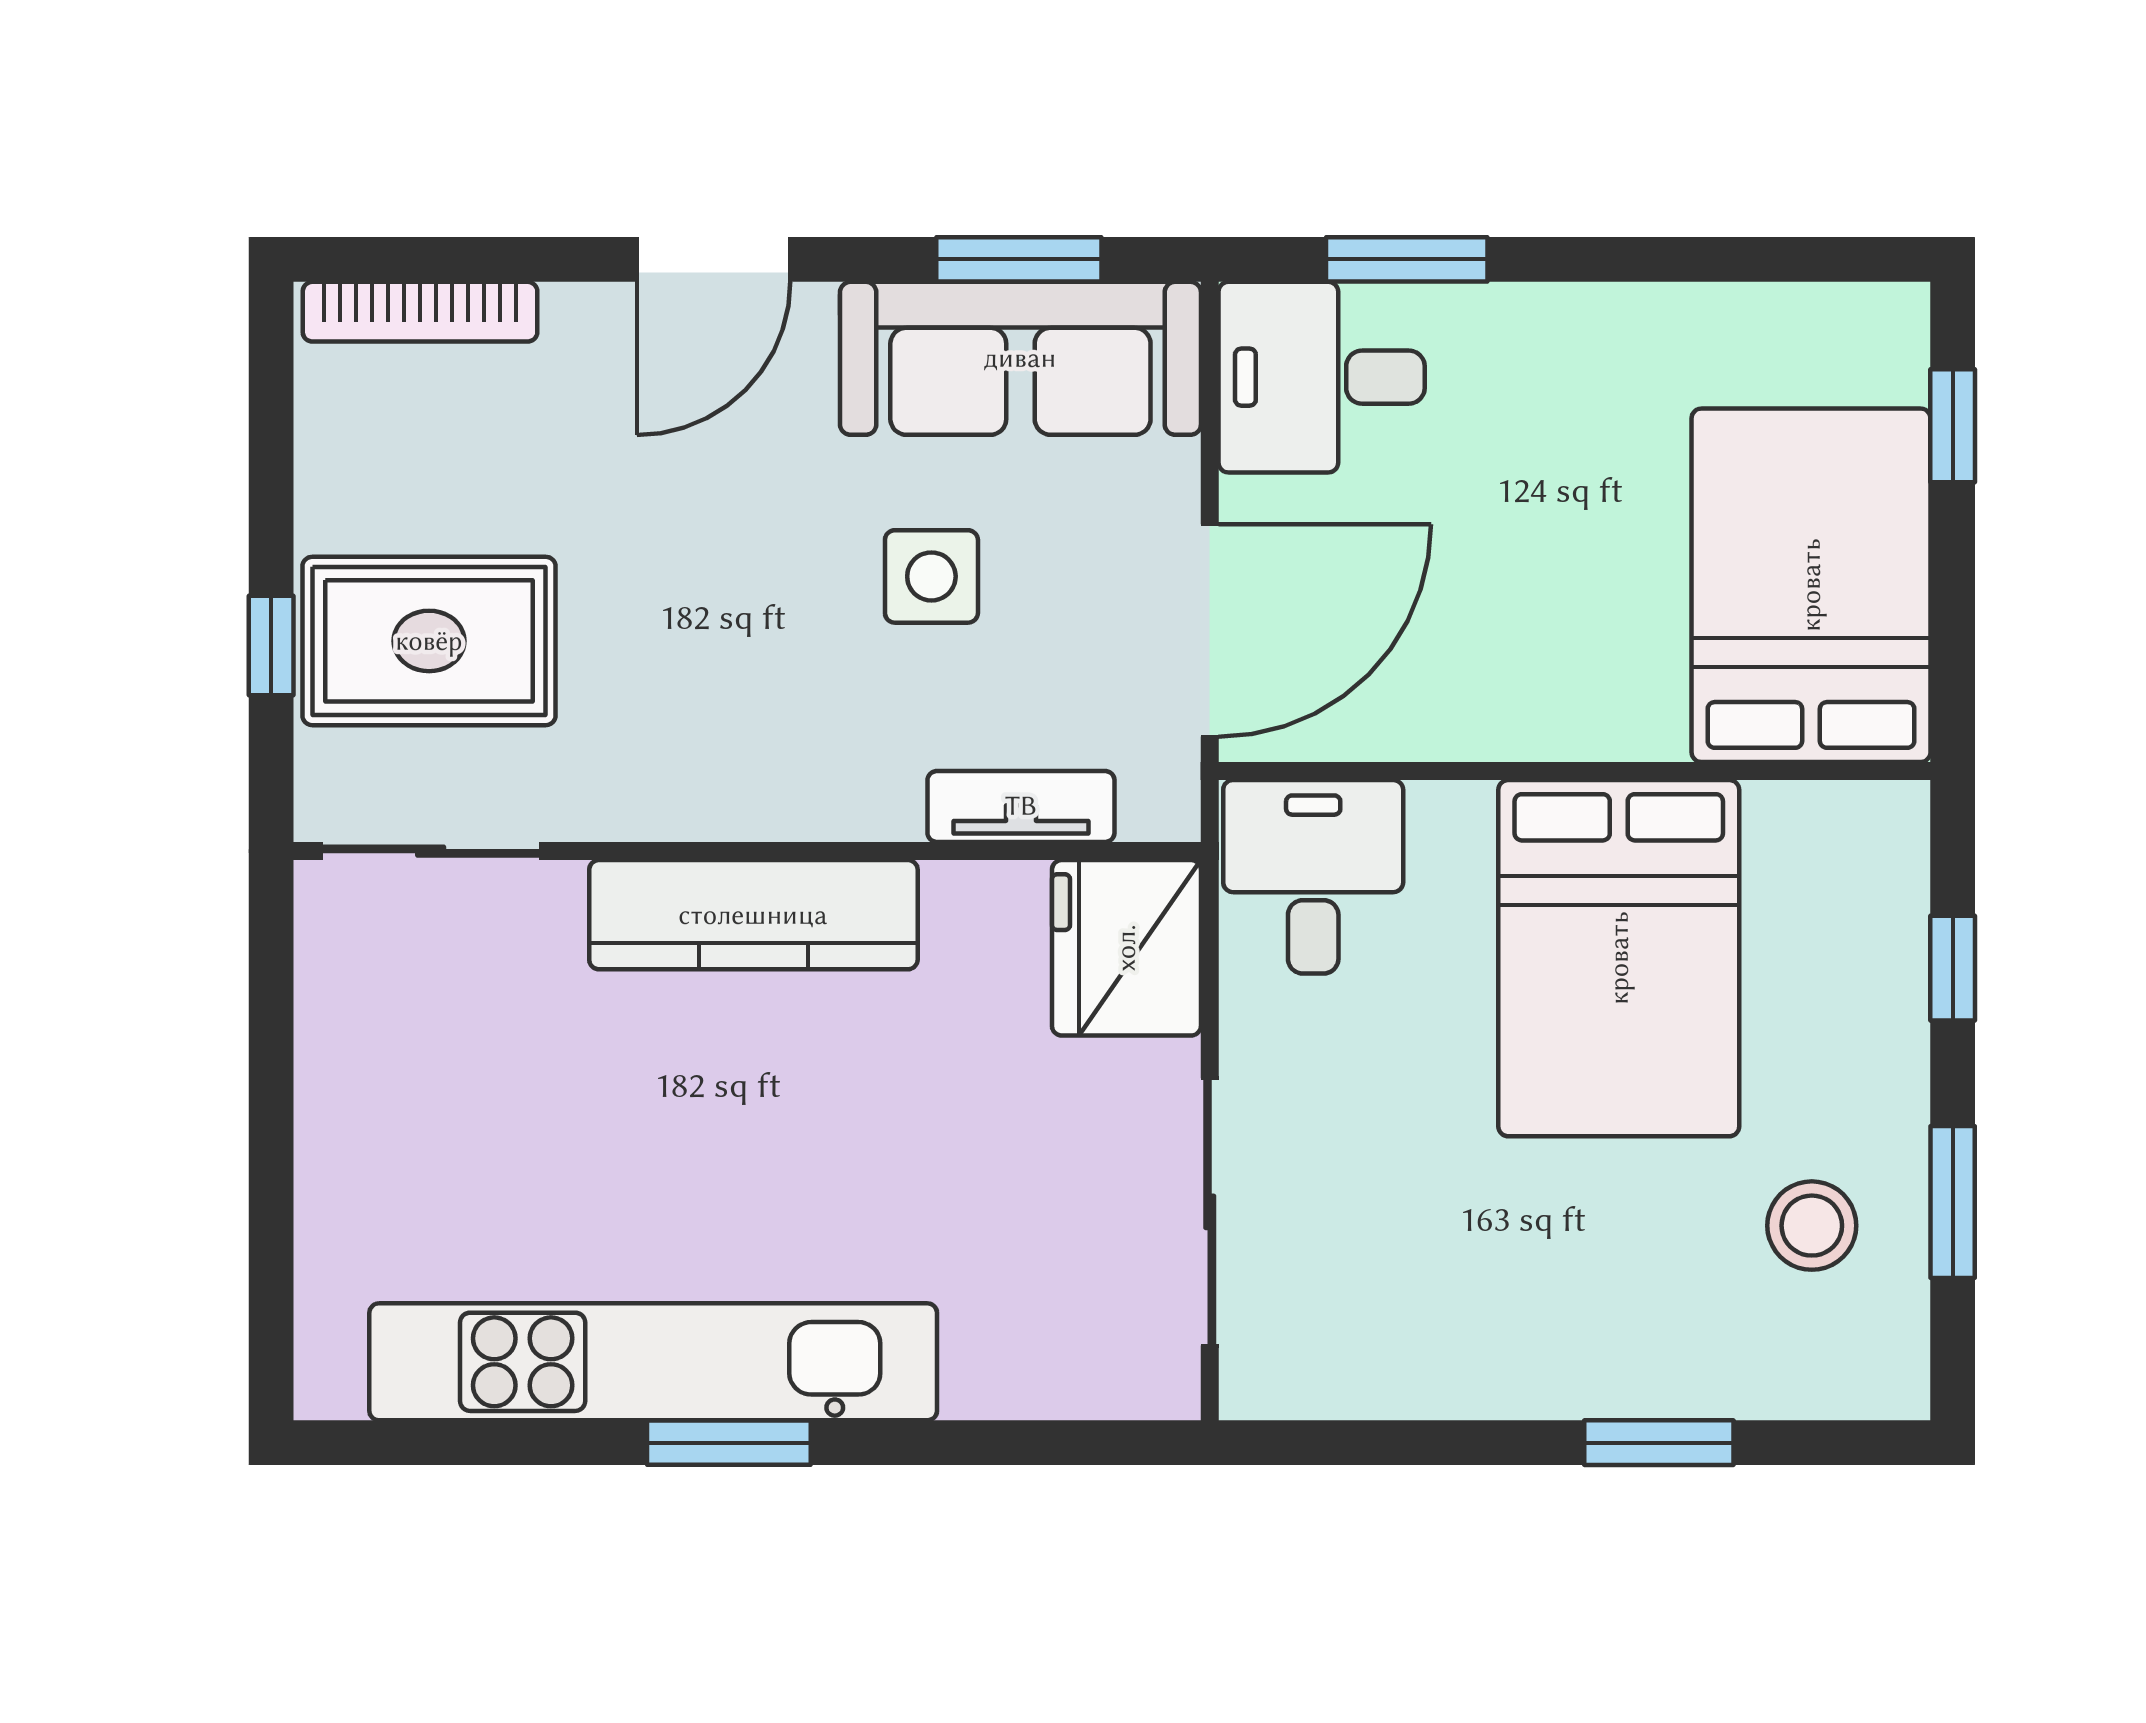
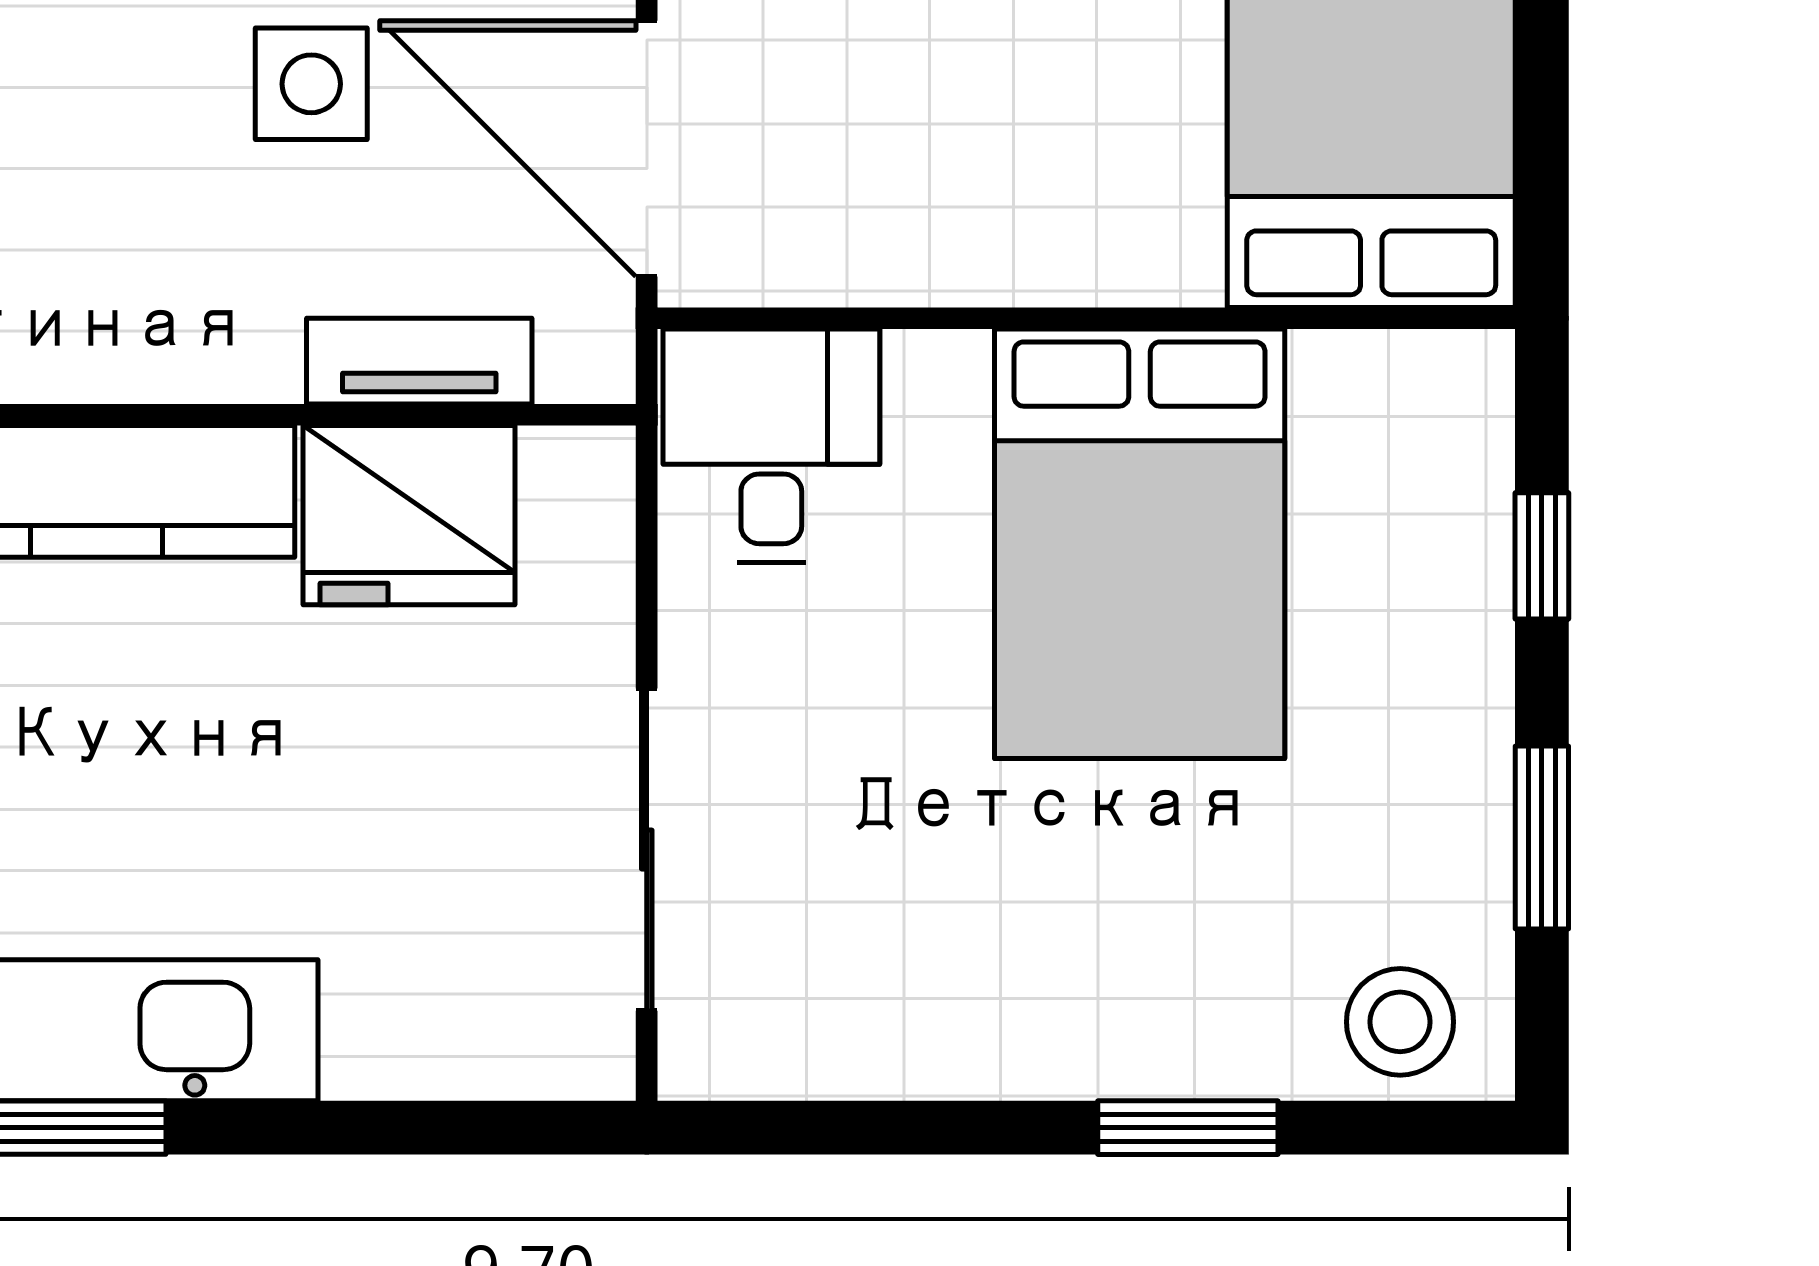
door: (1210, 630) -> (647, 149), swing flipped
fridge: (1126, 948) -> (409, 515), moved, turned -90
stool: (1812, 1226) -> (1400, 1022), moved

